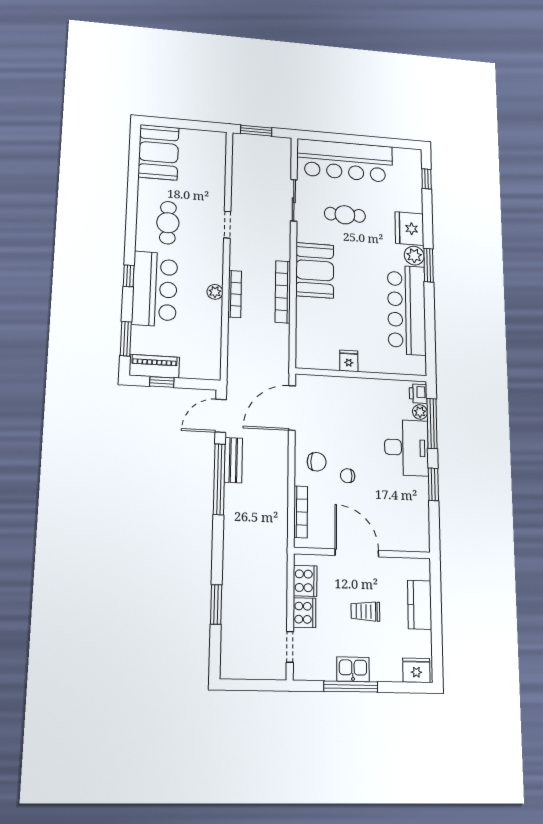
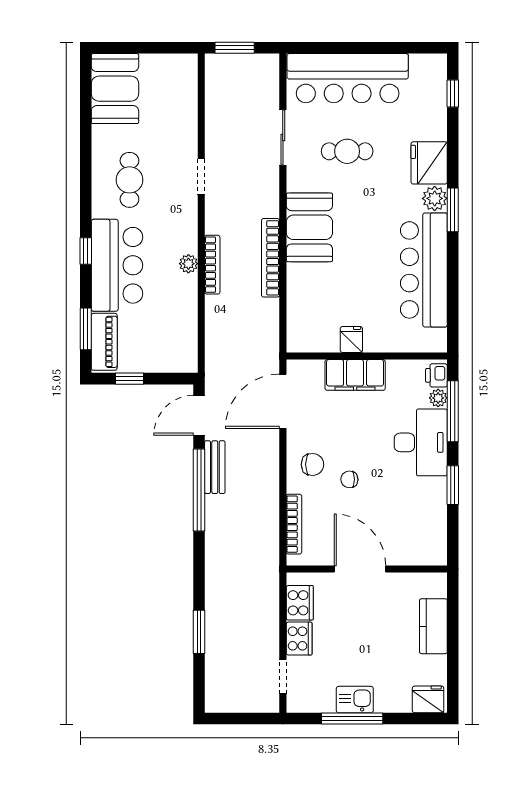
piano: (154, 366) -> (104, 342), moved, turned 90
filing cabinet: (352, 390) -> (355, 375), added
trolley: (365, 611) -> (370, 635), removed

